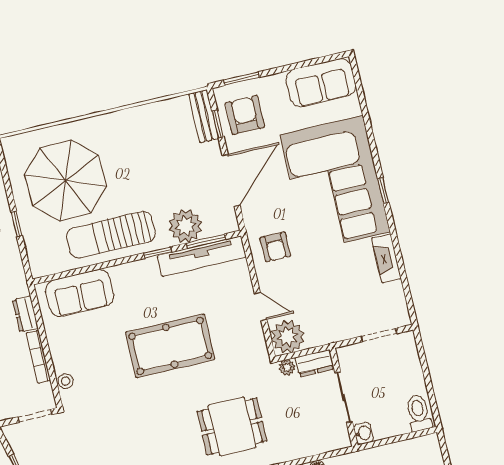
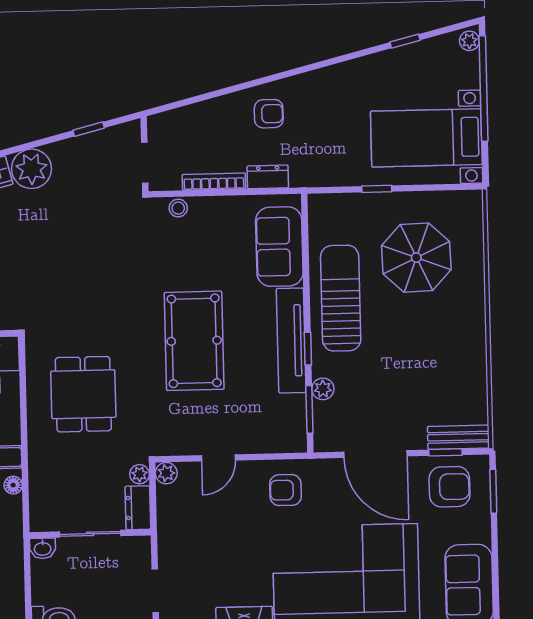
parasol: (65, 180) -> (416, 258), width x0.73, depth x0.73
plant: (185, 226) -> (323, 389), width x0.53, depth x0.53
tv unit: (202, 256) -> (291, 340), moved
plant: (288, 337) -> (166, 473), width x0.53, depth x0.53

